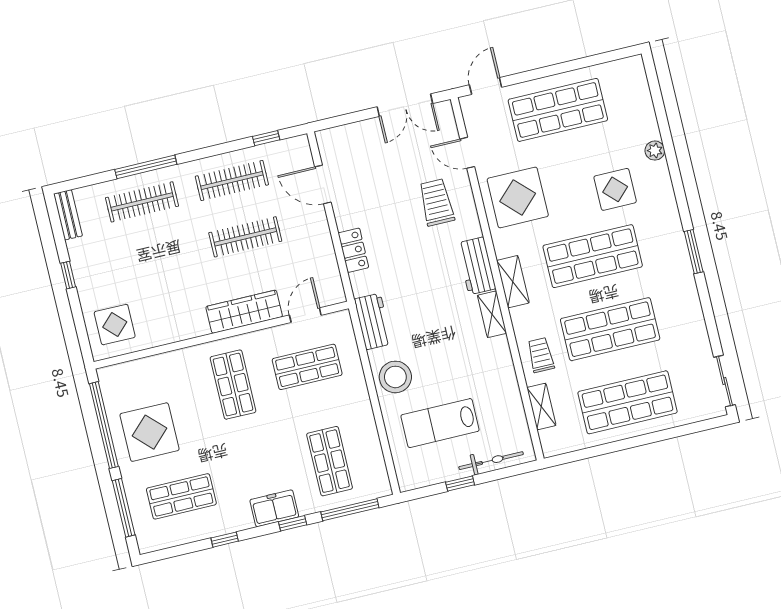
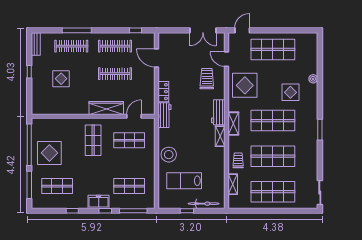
workbench: (373, 321) -> (165, 115), moved
display table: (115, 324) -> (61, 79), moved
shop shelf: (330, 461) -> (129, 186), turned 90

